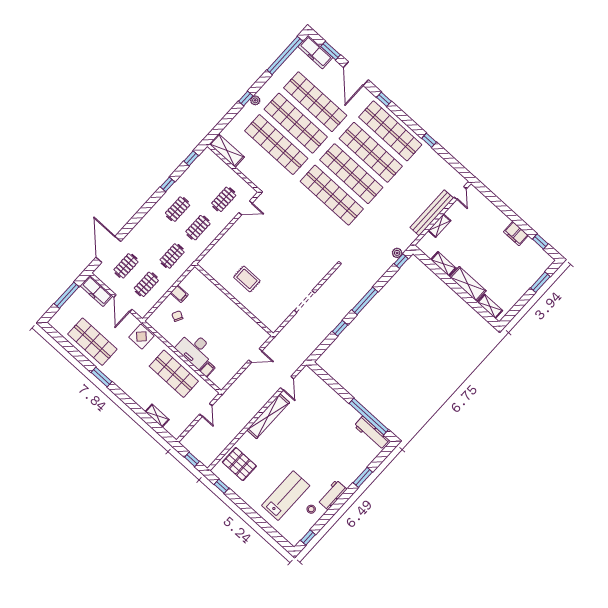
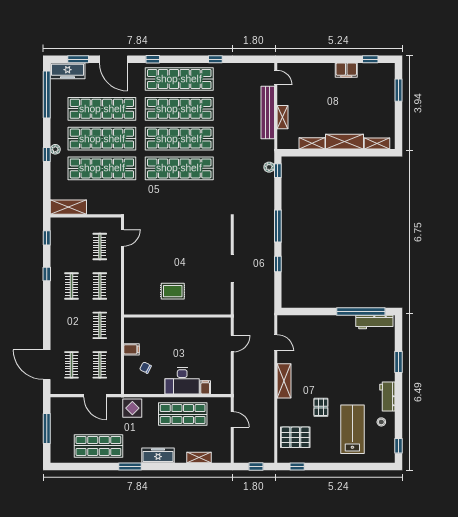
freezer: (96, 291) -> (158, 455), moved, turned 180
shelving: (268, 416) -> (284, 381), width x0.68
pallet: (277, 459) -> (321, 407), added

